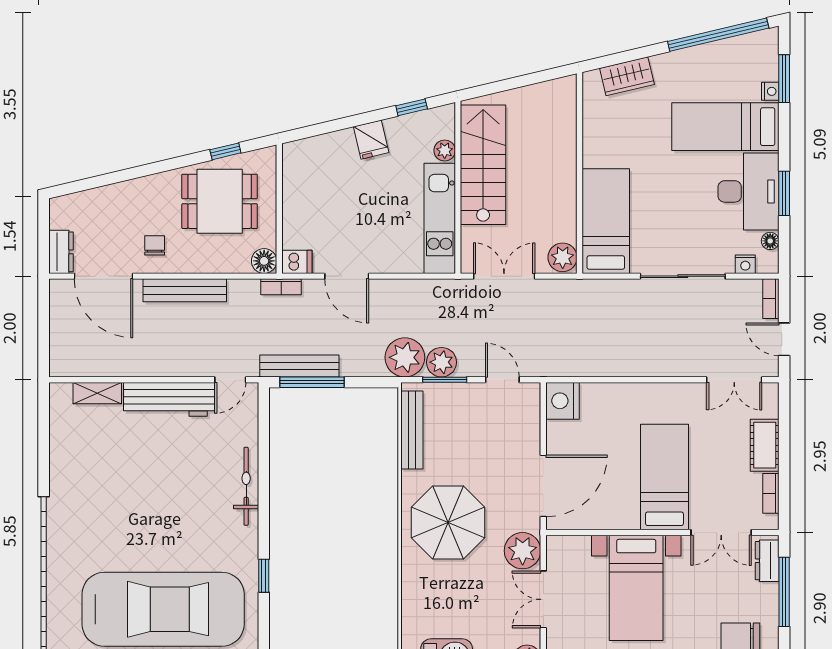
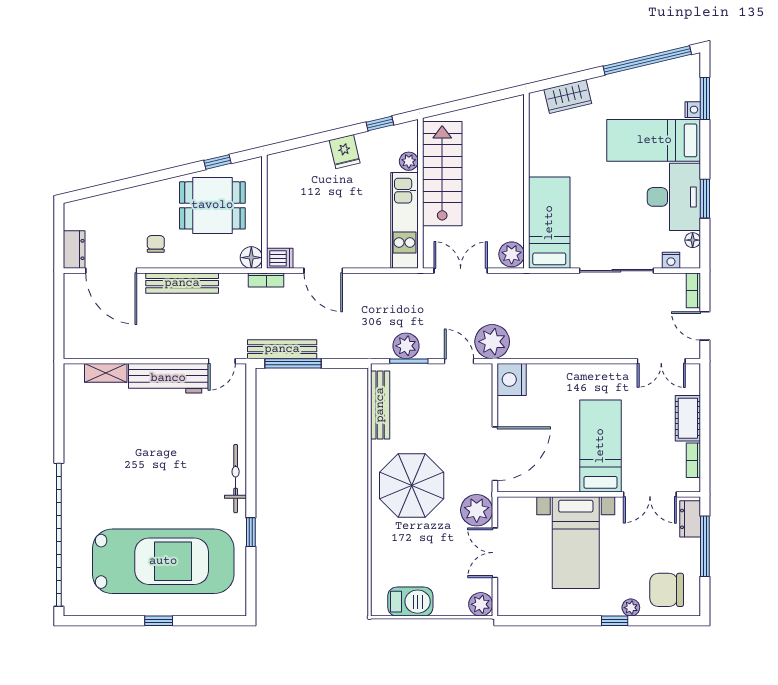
plant: (405, 357) -> (492, 342), moved
bicycle: (246, 486) -> (236, 479), moved

